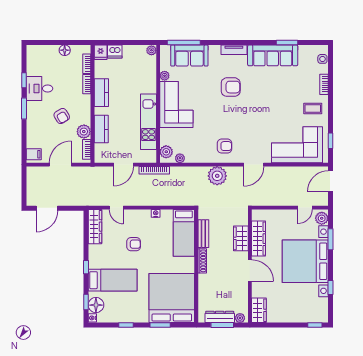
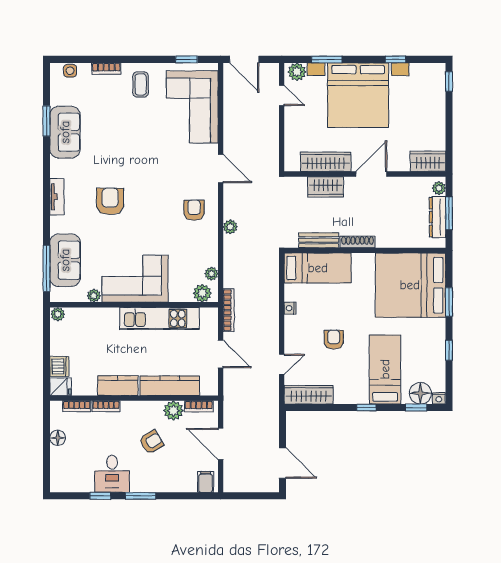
sofa: (273, 55) -> (65, 132), width x0.73
kitchen counter: (101, 129) -> (170, 386), width x1.50
plant: (217, 176) -> (230, 227), width x0.53, depth x0.53

